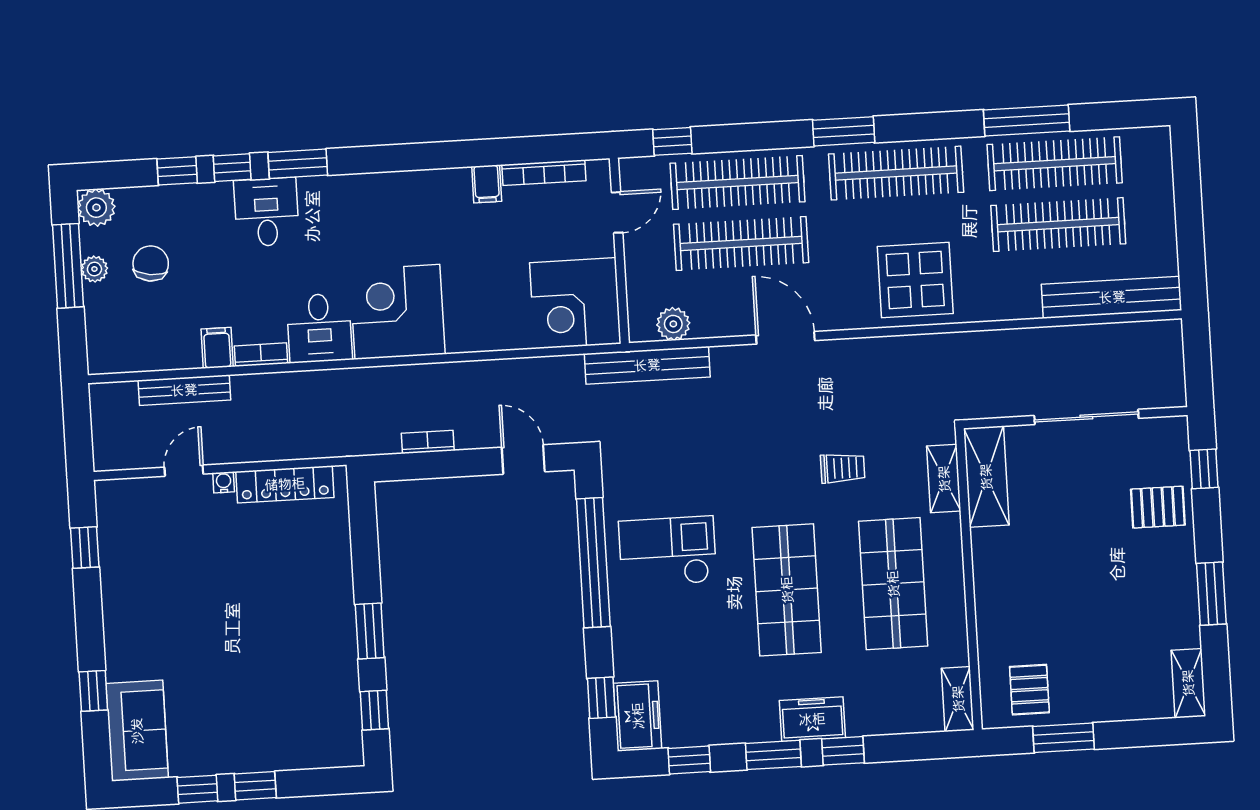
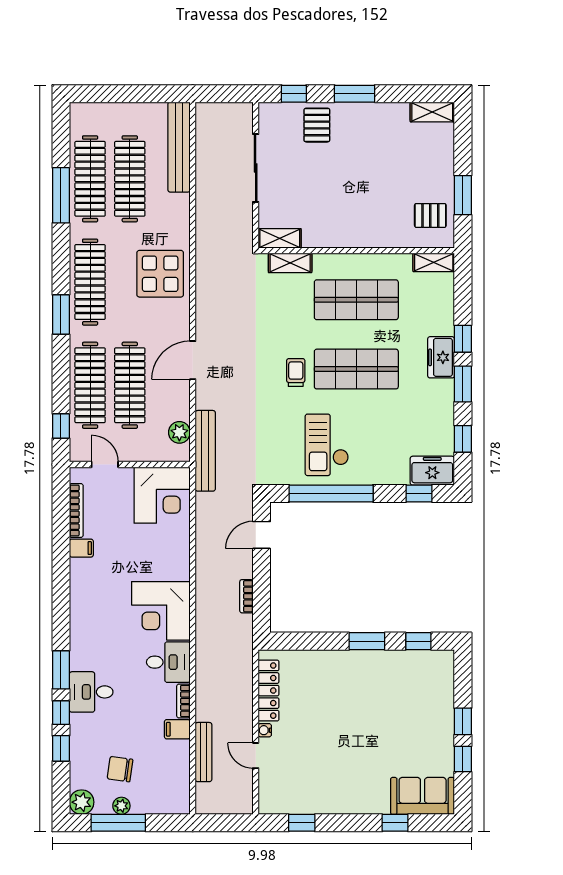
trolley: (843, 468) -> (296, 372), moved
shelving: (986, 477) -> (280, 238), width x0.67, depth x0.75
window: (1211, 594) -> (355, 94), moved

